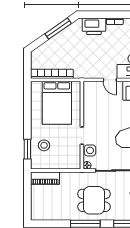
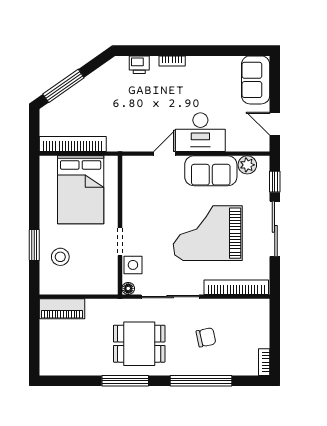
printer: (94, 26) -> (139, 65), width x0.53, depth x0.68
window: (58, 29) -> (63, 86), moved
door: (110, 80) -> (164, 154), swing flipped
window: (27, 149) -> (34, 245), moved

